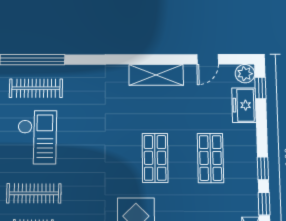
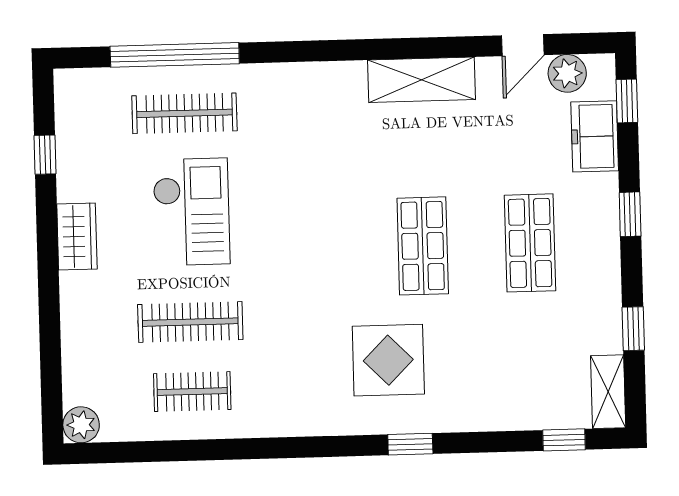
plant: (245, 74) -> (567, 73), moved
window: (263, 168) -> (630, 214), moved

